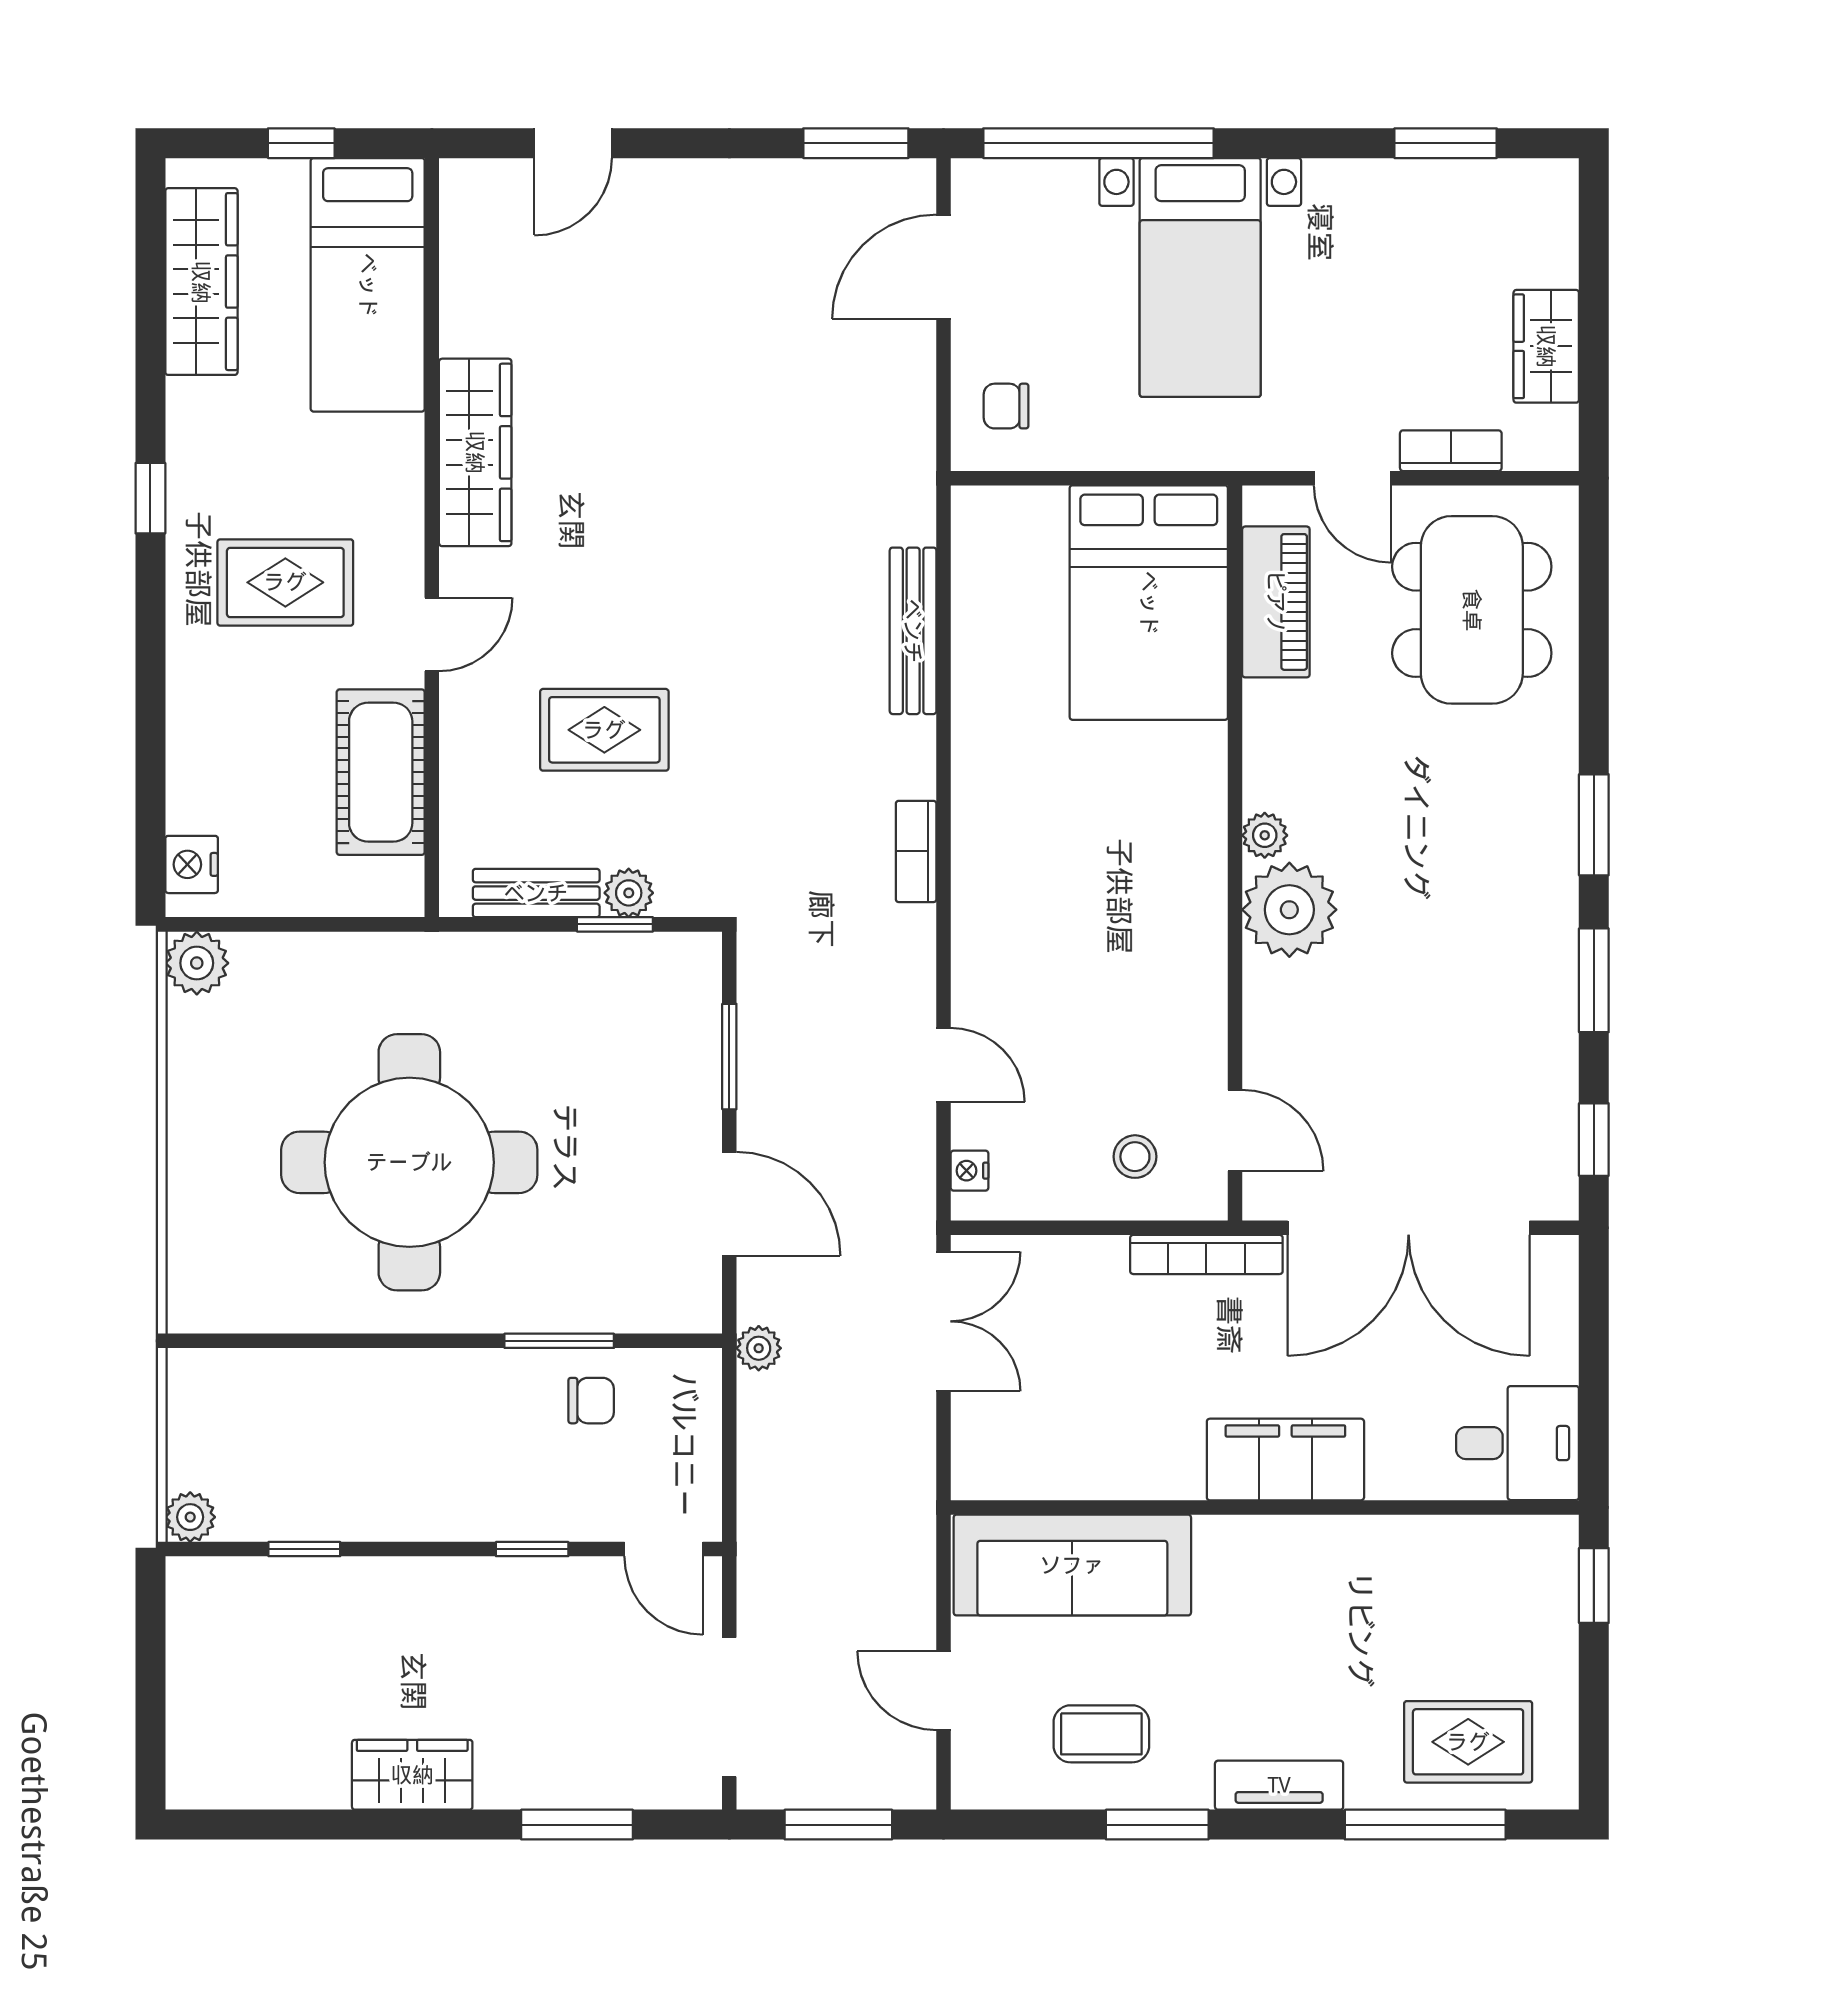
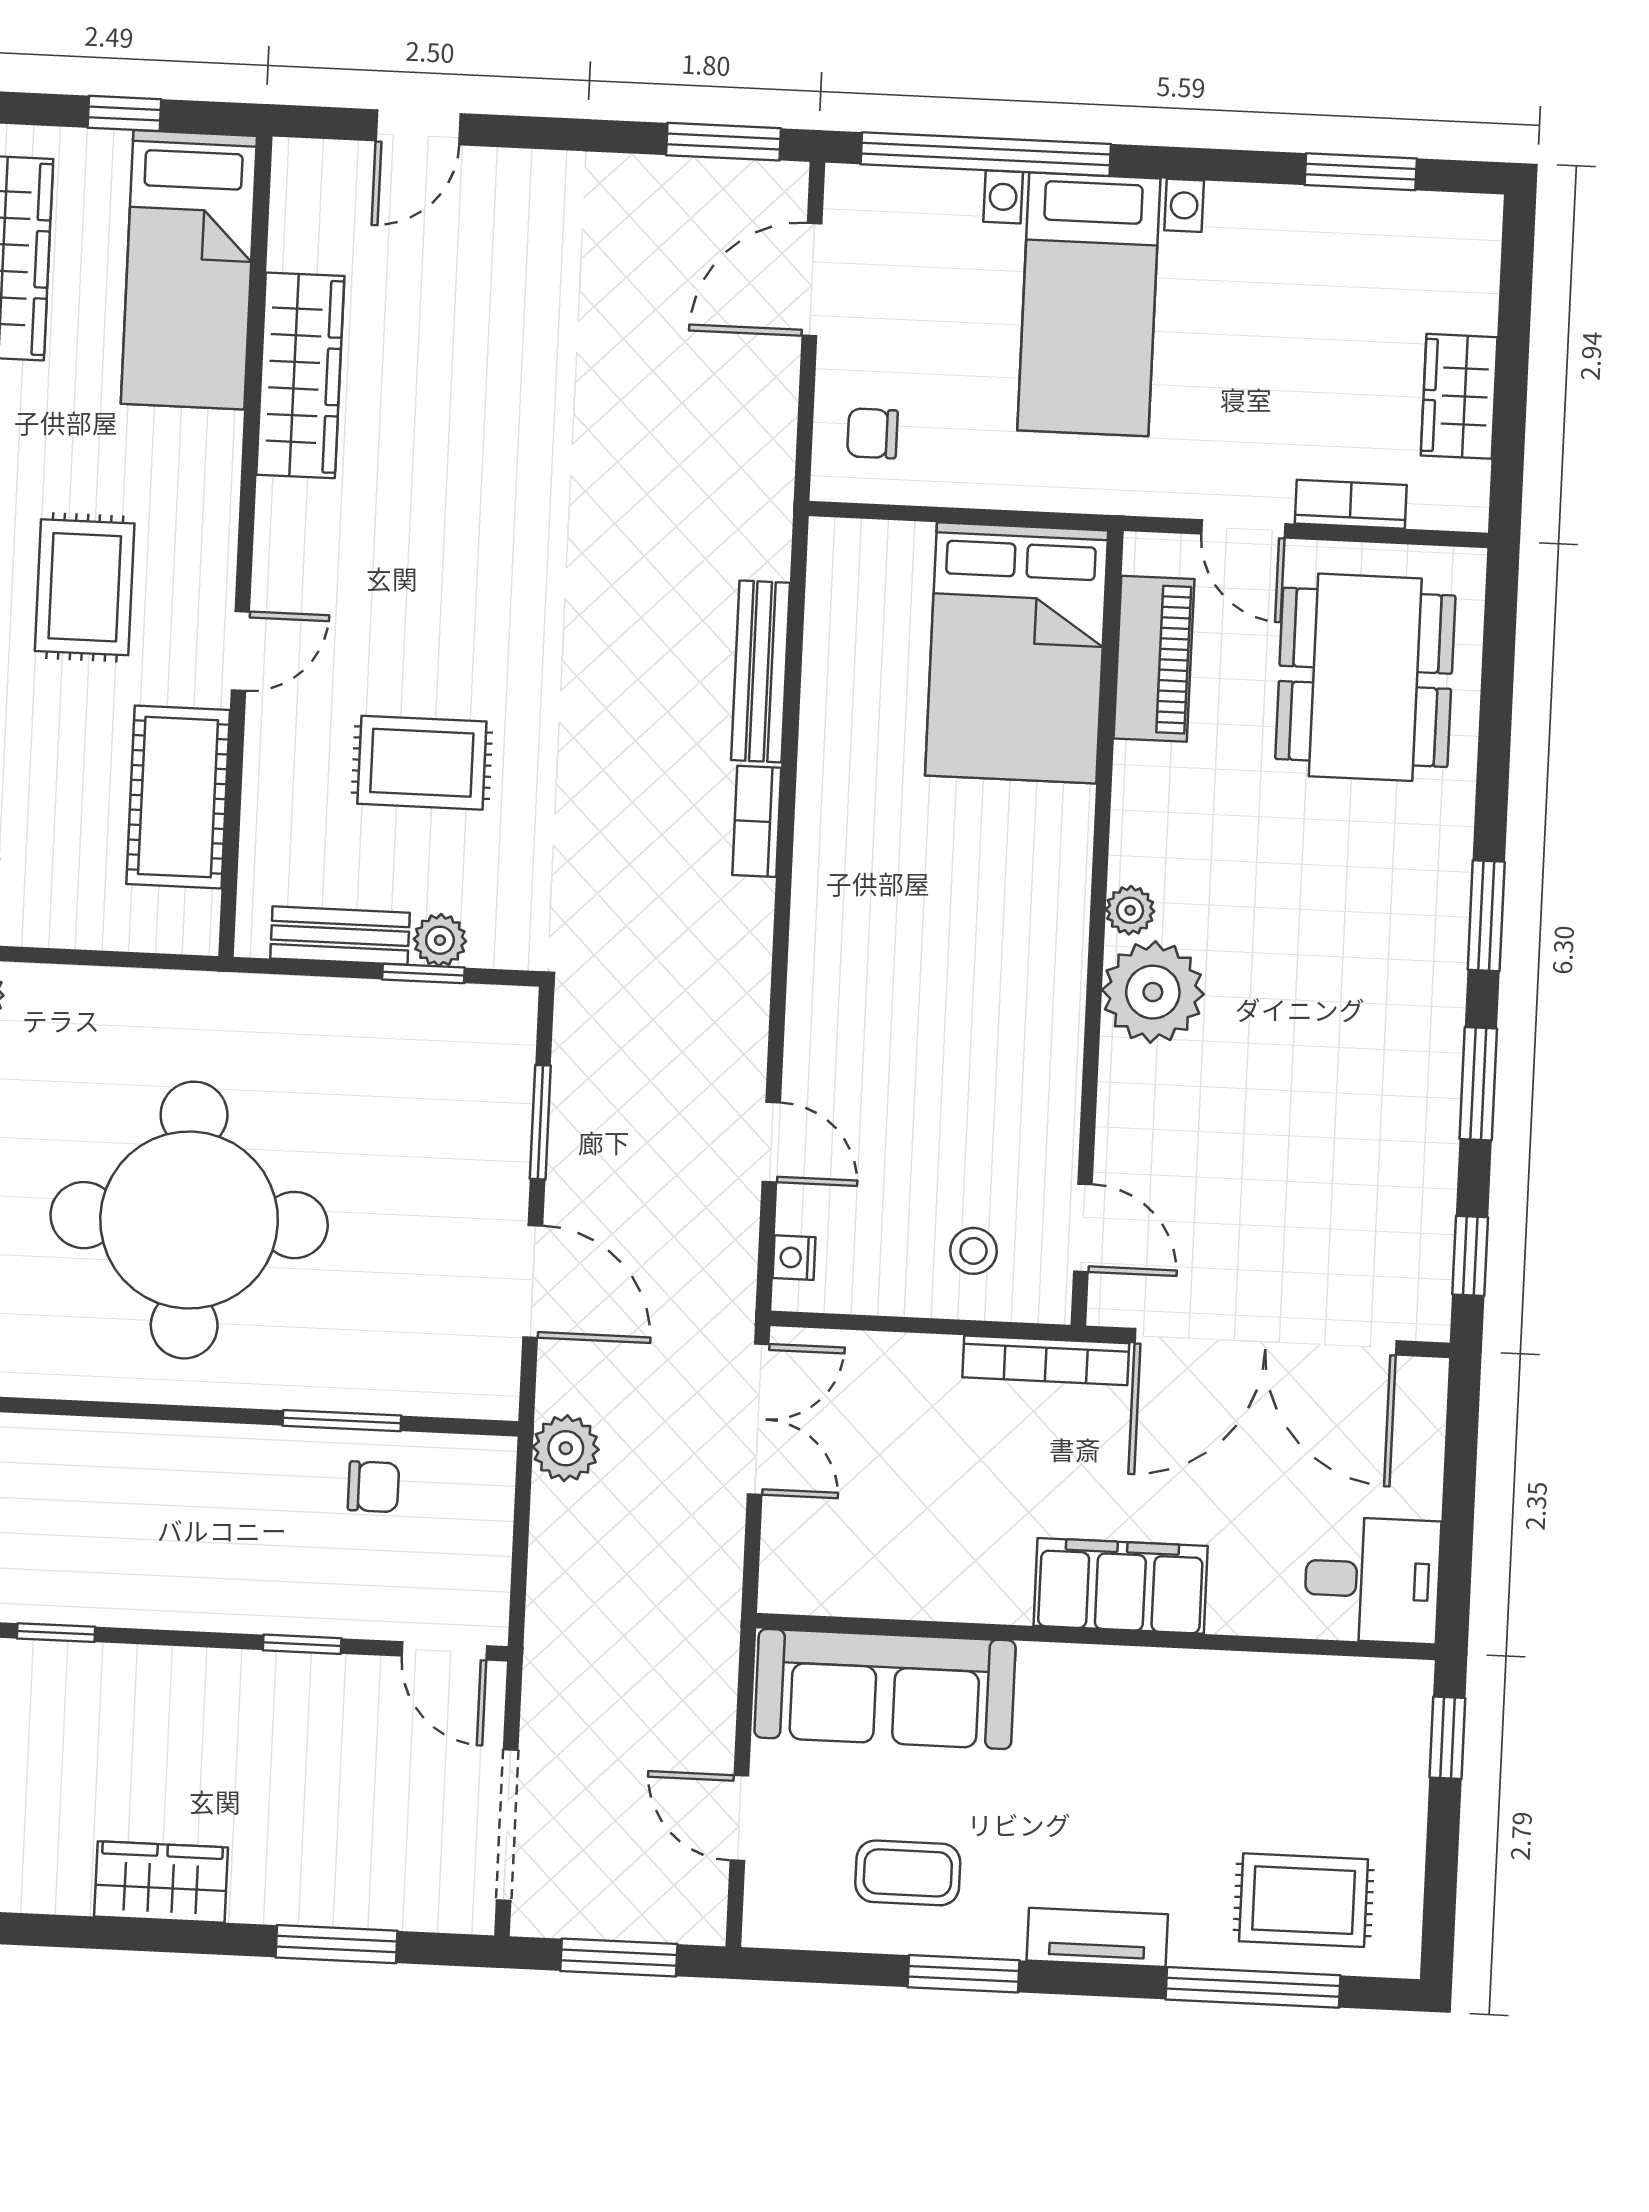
wardrobe: (475, 452) -> (300, 375), moved
rug: (285, 582) -> (85, 587), turned 90
bookcase: (916, 851) -> (757, 821), moved
plant: (759, 1348) -> (566, 1448), width x1.37, depth x1.37

